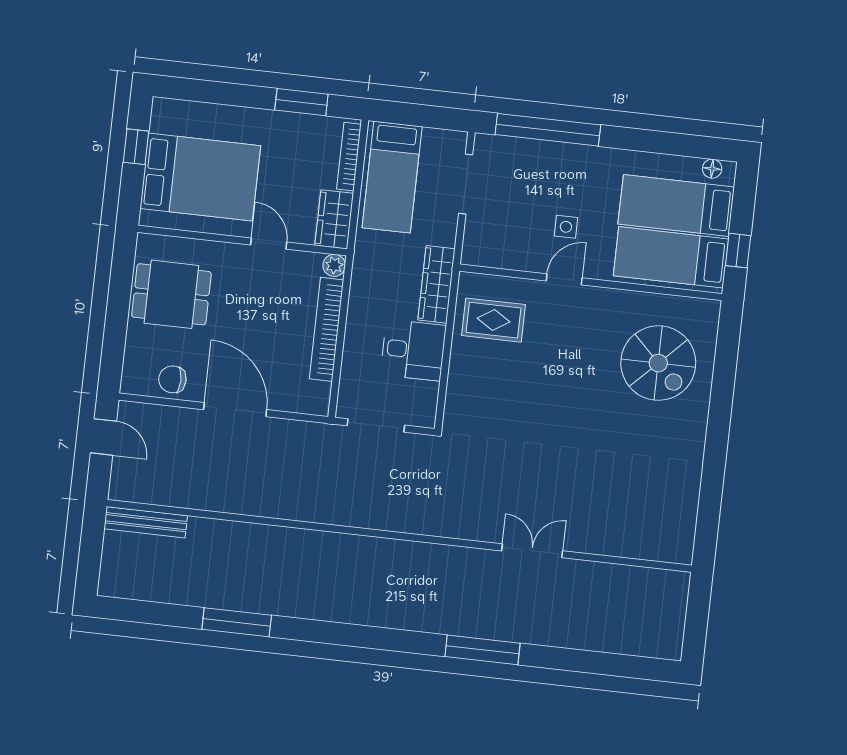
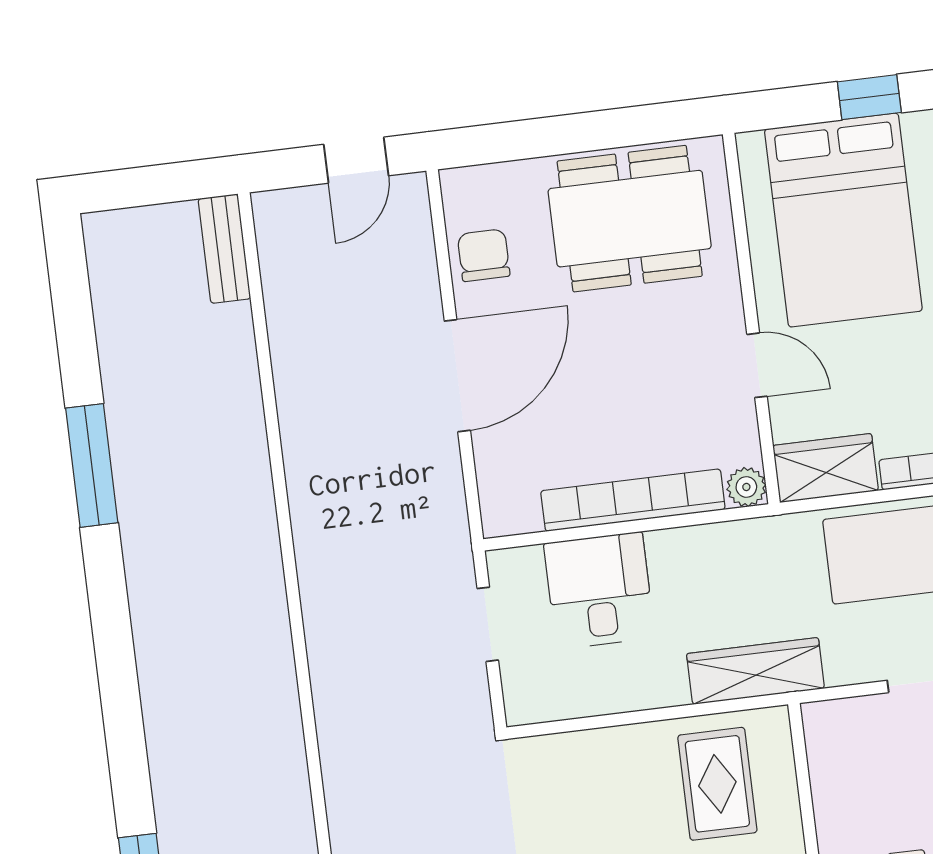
door: (269, 244) -> (757, 365), hinge flipped
dining table: (171, 294) -> (630, 219), width x1.38
desk: (413, 350) -> (599, 591), moved, turned 180
doorway: (376, 425) -> (488, 624), width x0.73
bench: (146, 522) -> (224, 249), width x0.73

